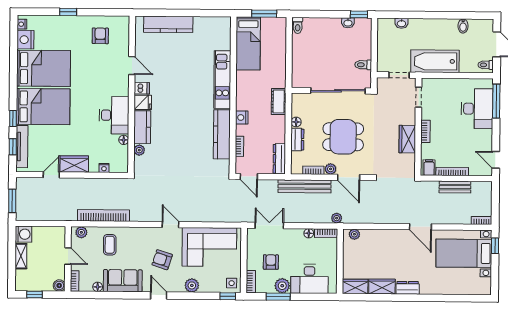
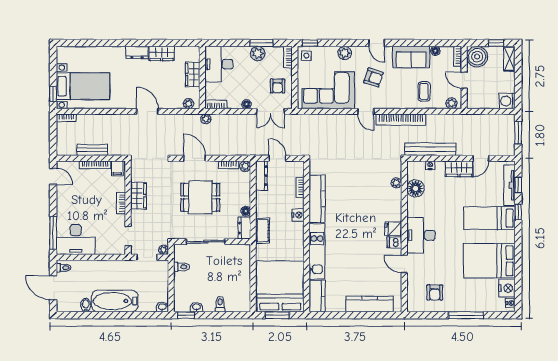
window: (68, 12) -> (466, 315), width x2.17
washbasin: (401, 23) -> (162, 307), moved
toilet: (298, 25) -> (220, 304), moved
bed: (248, 43) -> (280, 286), width x2.04
bathtub: (435, 61) -> (115, 301), moved, turned 180
plant: (382, 83) -> (164, 250), added
sliding door: (338, 91) -> (206, 242), width x0.73
bed: (43, 107) -> (489, 218), width x0.67
desk: (477, 109) -> (76, 239), moved, turned -90
desk: (114, 115) -> (421, 235), moved
kitchen counter: (142, 127) -> (317, 296), moved, turned 180
dresser: (297, 139) -> (244, 228), moved
floor lamp: (124, 140) -> (415, 188), width x1.89, depth x1.89
plant: (331, 169) -> (245, 166), moved
door: (249, 177) -> (277, 158), moved
bench: (304, 186) -> (430, 149), moved
bookcase: (103, 215) -> (401, 120), moved
door: (420, 227) -> (147, 111), moved
floor lamp: (309, 233) -> (247, 104), moved
shelving: (21, 256) -> (509, 59), moved
armchair: (271, 262) -> (277, 86), moved
desk: (309, 279) -> (219, 64), moved, turned -90
boiler: (59, 285) -> (477, 57), width x1.86, depth x1.86
wardrobe: (355, 286) -> (193, 74), moved, turned 90

